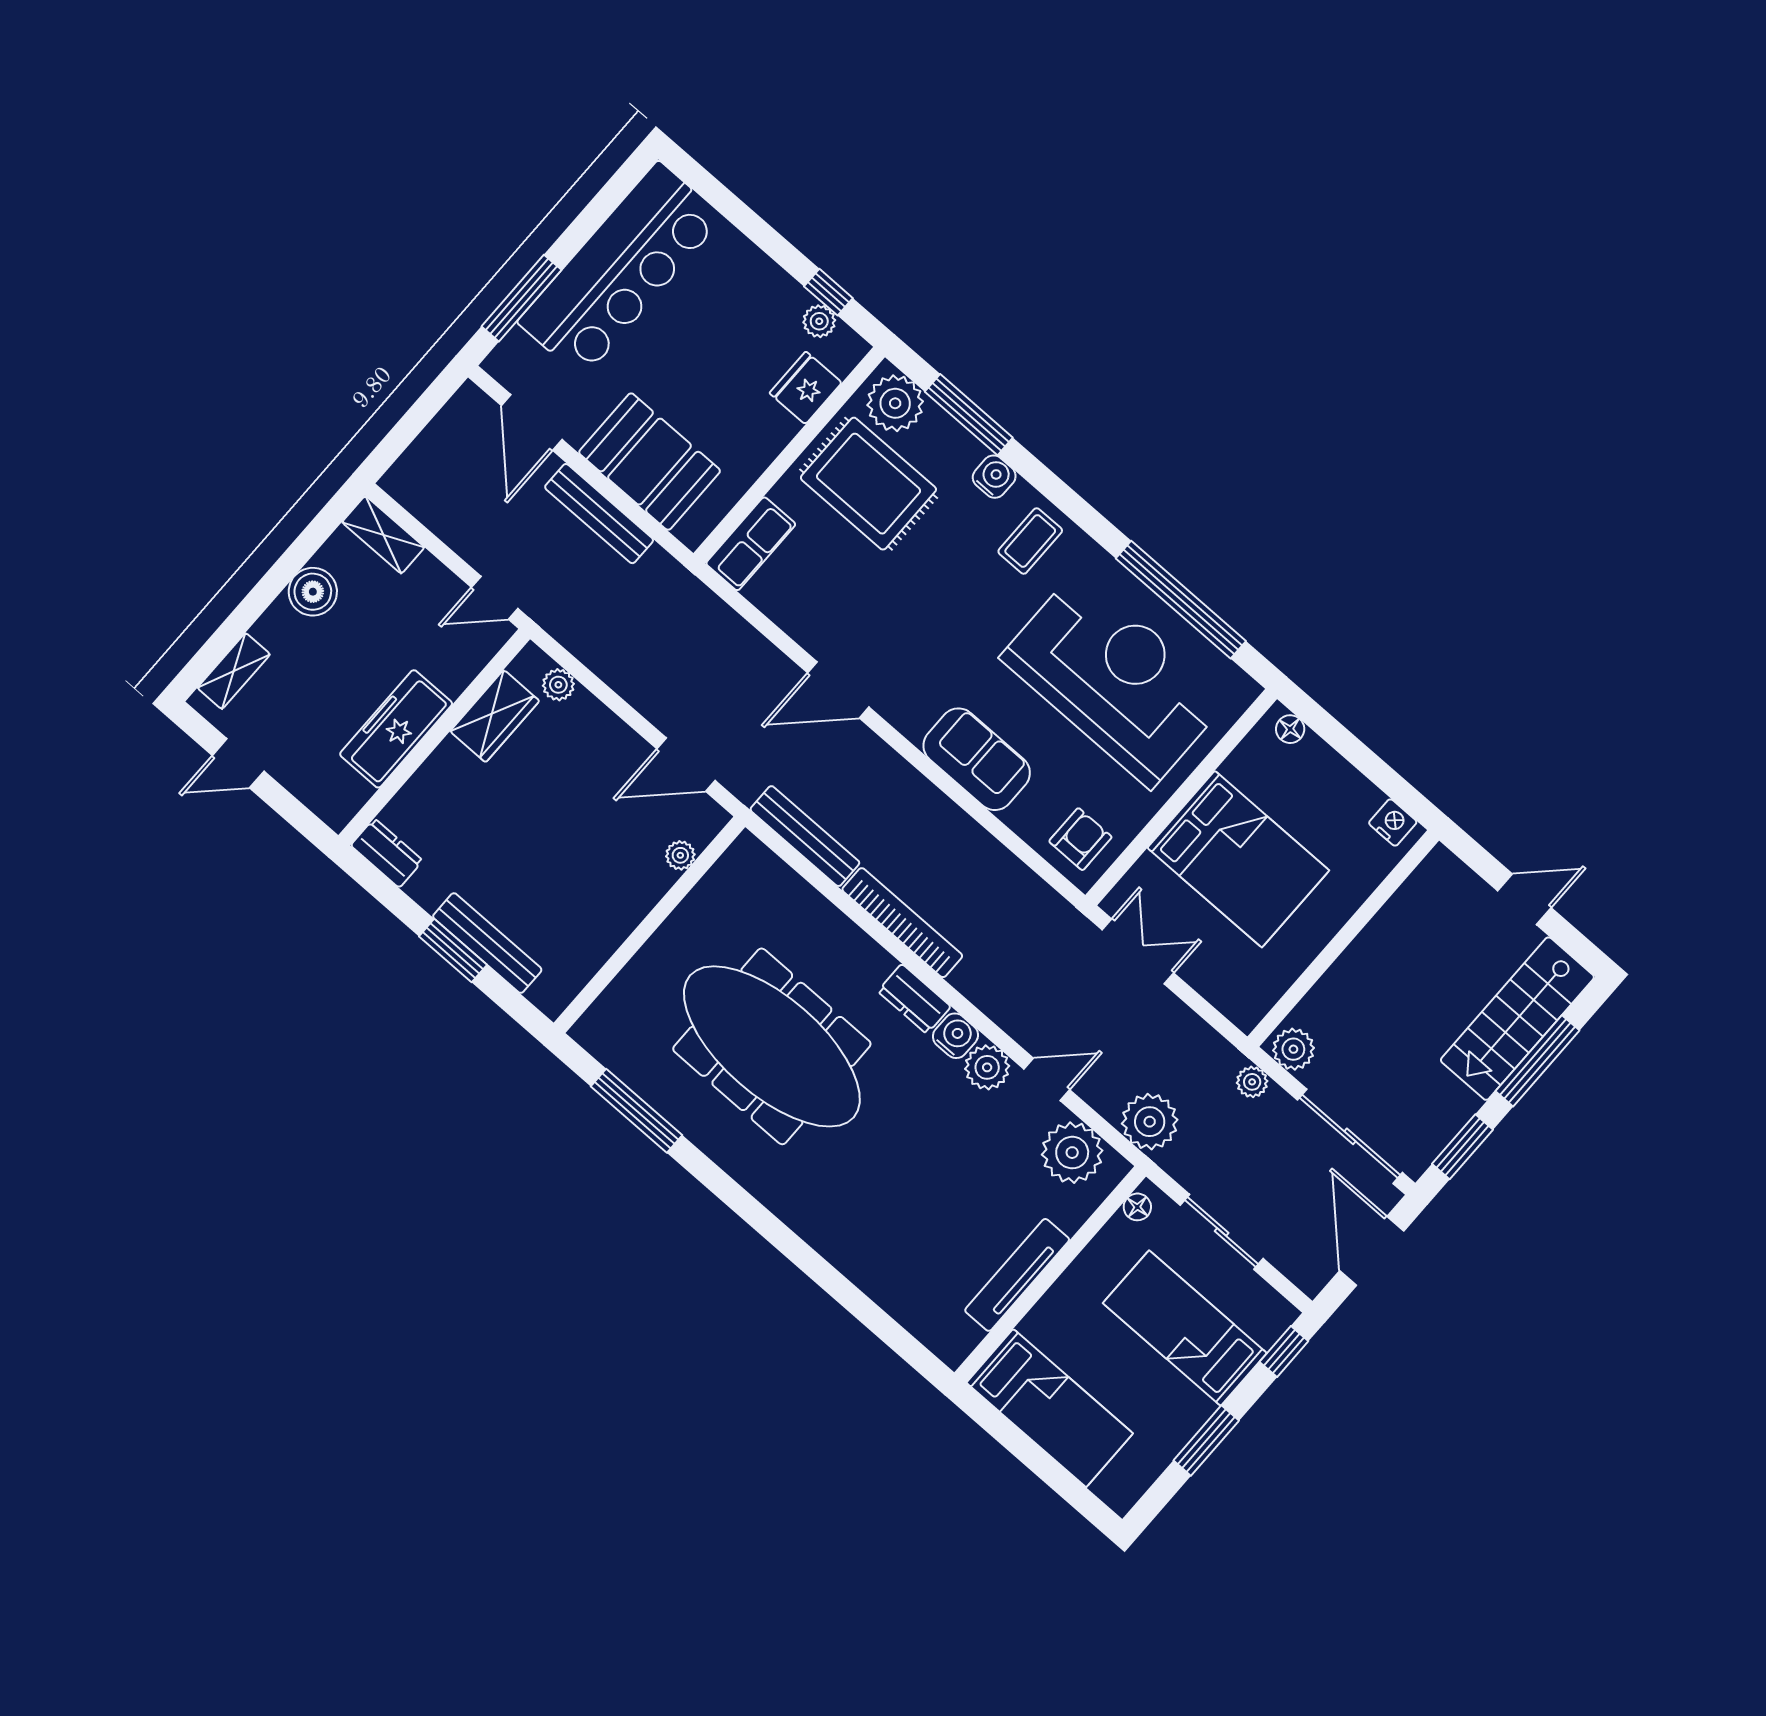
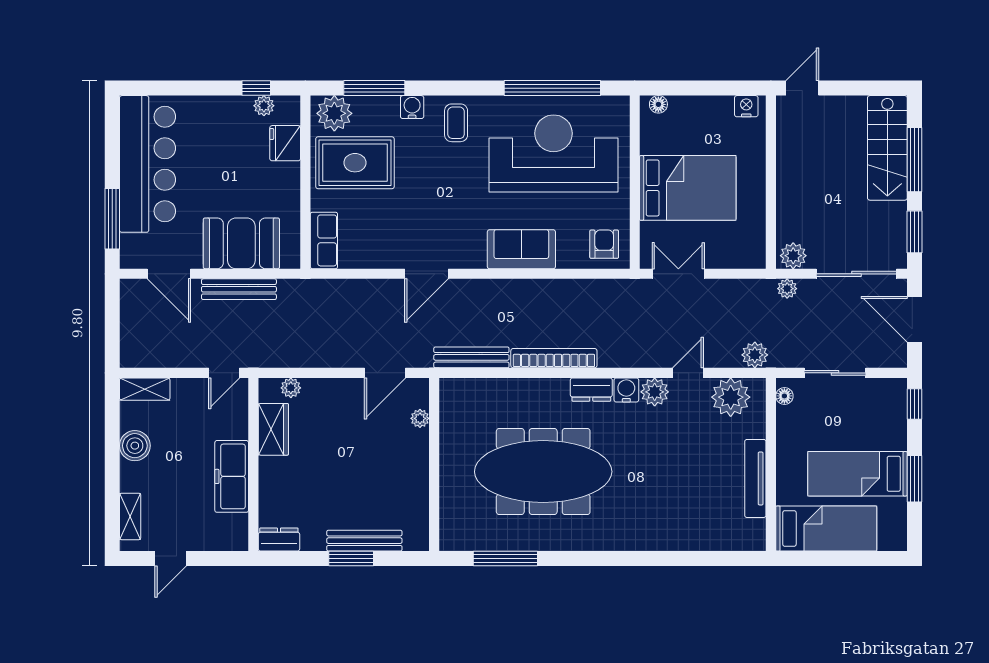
door: (1524, 899) -> (802, 88), moved
plant: (1150, 1122) -> (755, 355), width x0.73, depth x0.73
bed: (1185, 1328) -> (858, 474), moved

